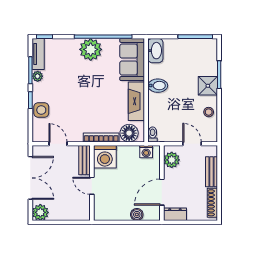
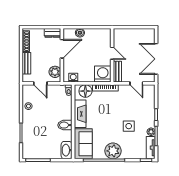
shower: (208, 86) -> (29, 125), removed
side table: (41, 110) -> (129, 126), moved
plant: (40, 212) -> (149, 34), removed

